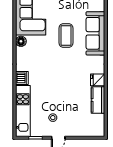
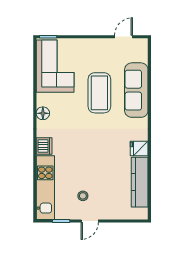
coffee table: (66, 35) -> (99, 93), width x1.36, depth x1.32
floor lamp: (21, 41) -> (43, 113), moved
kitchen counter: (98, 100) -> (140, 182), width x1.50

